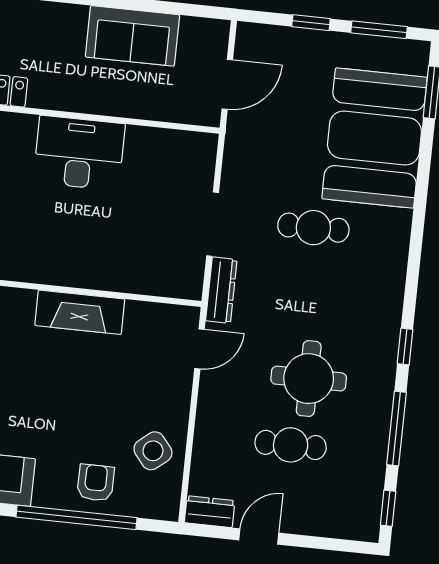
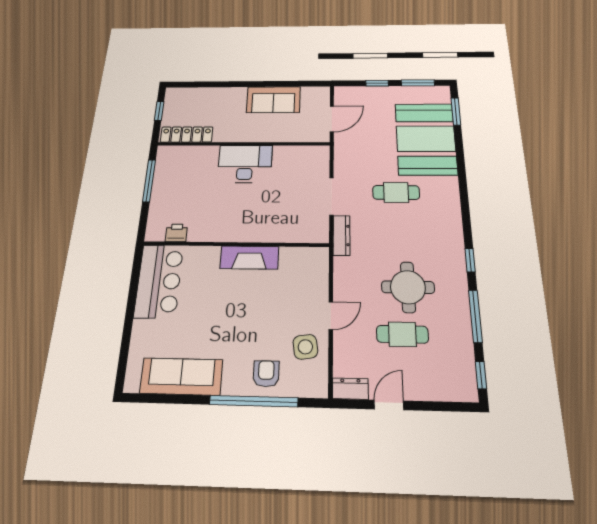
door: (199, 349) -> (331, 316), moved
side table: (153, 451) -> (305, 347), turned 31

